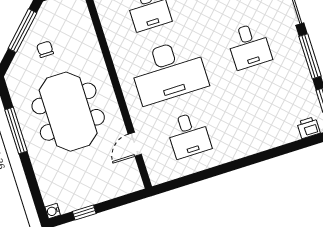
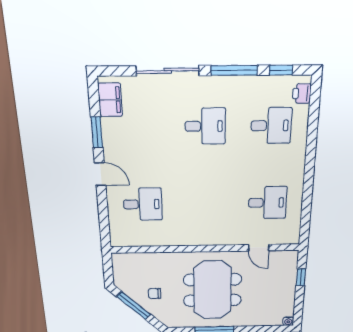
desk: (169, 71) -> (271, 126), moved, width x0.53, depth x0.77
meeting table: (68, 112) -> (213, 290), turned 90
window: (84, 212) -> (301, 277), moved

